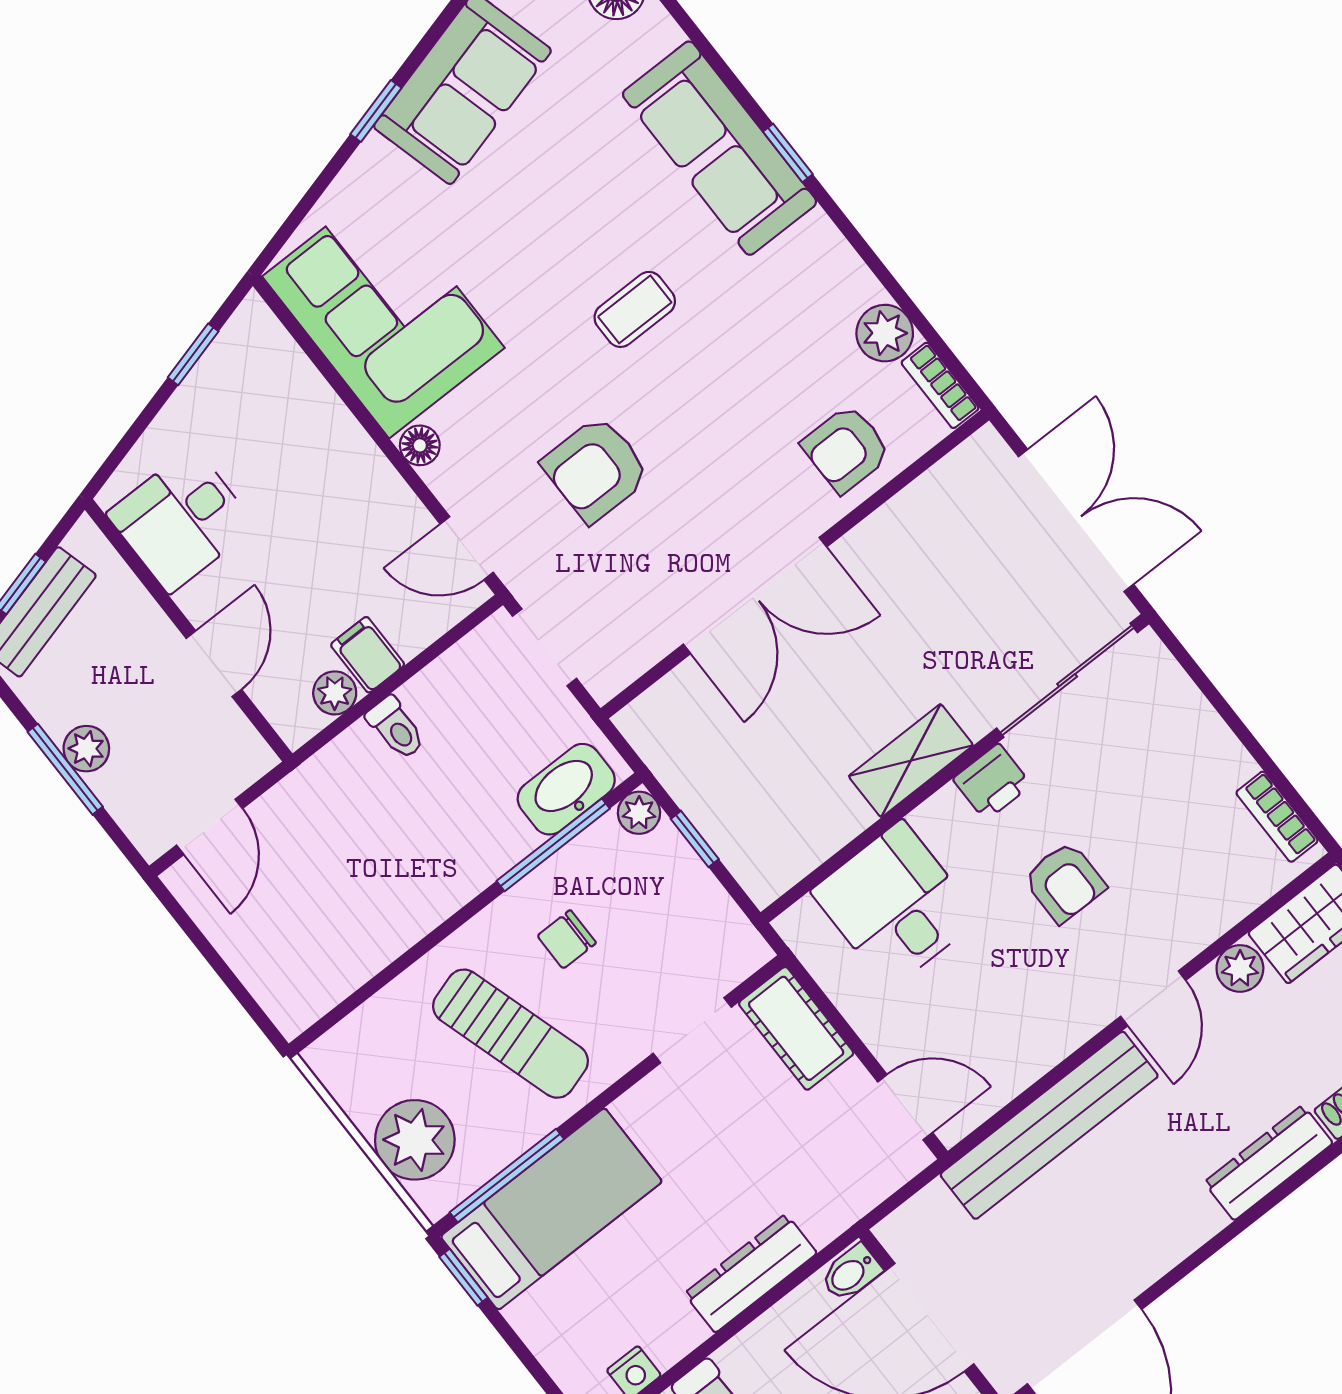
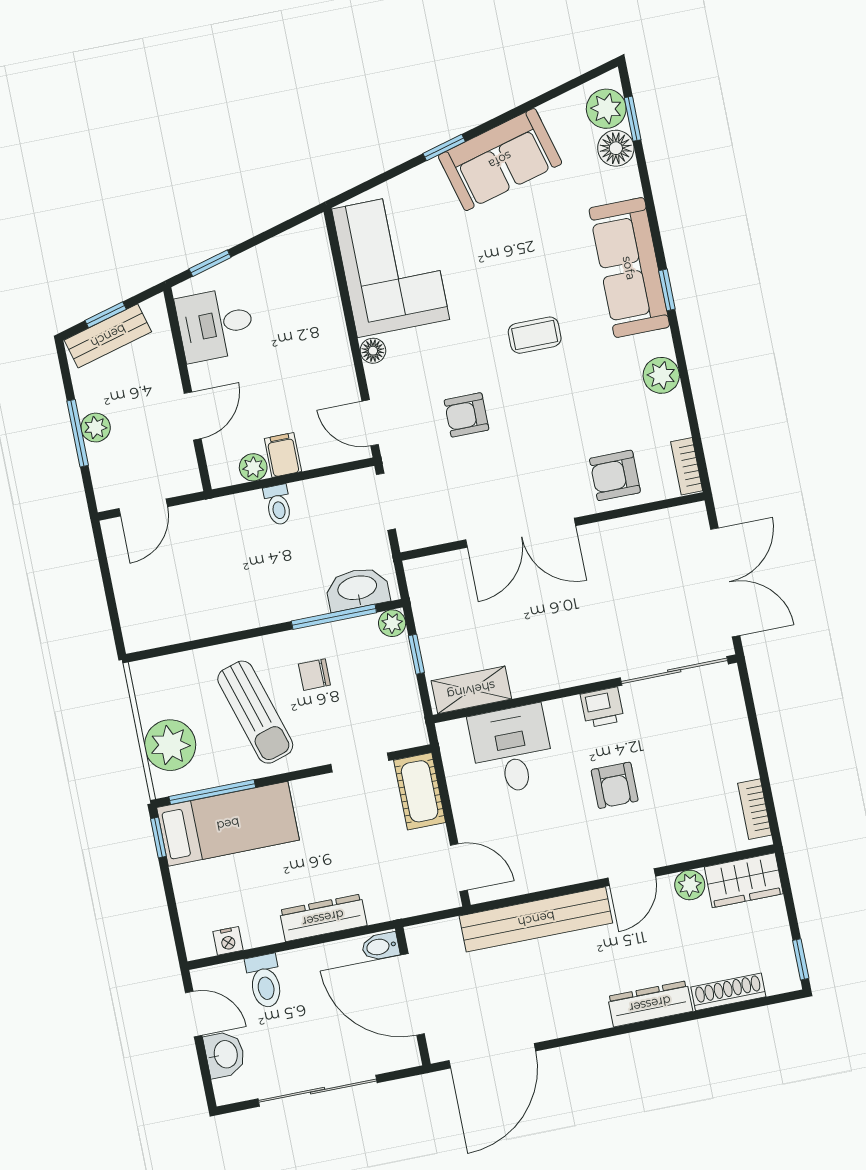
plant: (885, 333) -> (661, 375), moved
window: (193, 354) -> (210, 263), moved
armchair: (596, 469) -> (466, 415), width x0.72, depth x0.72
shelving: (911, 761) -> (471, 690), moved

